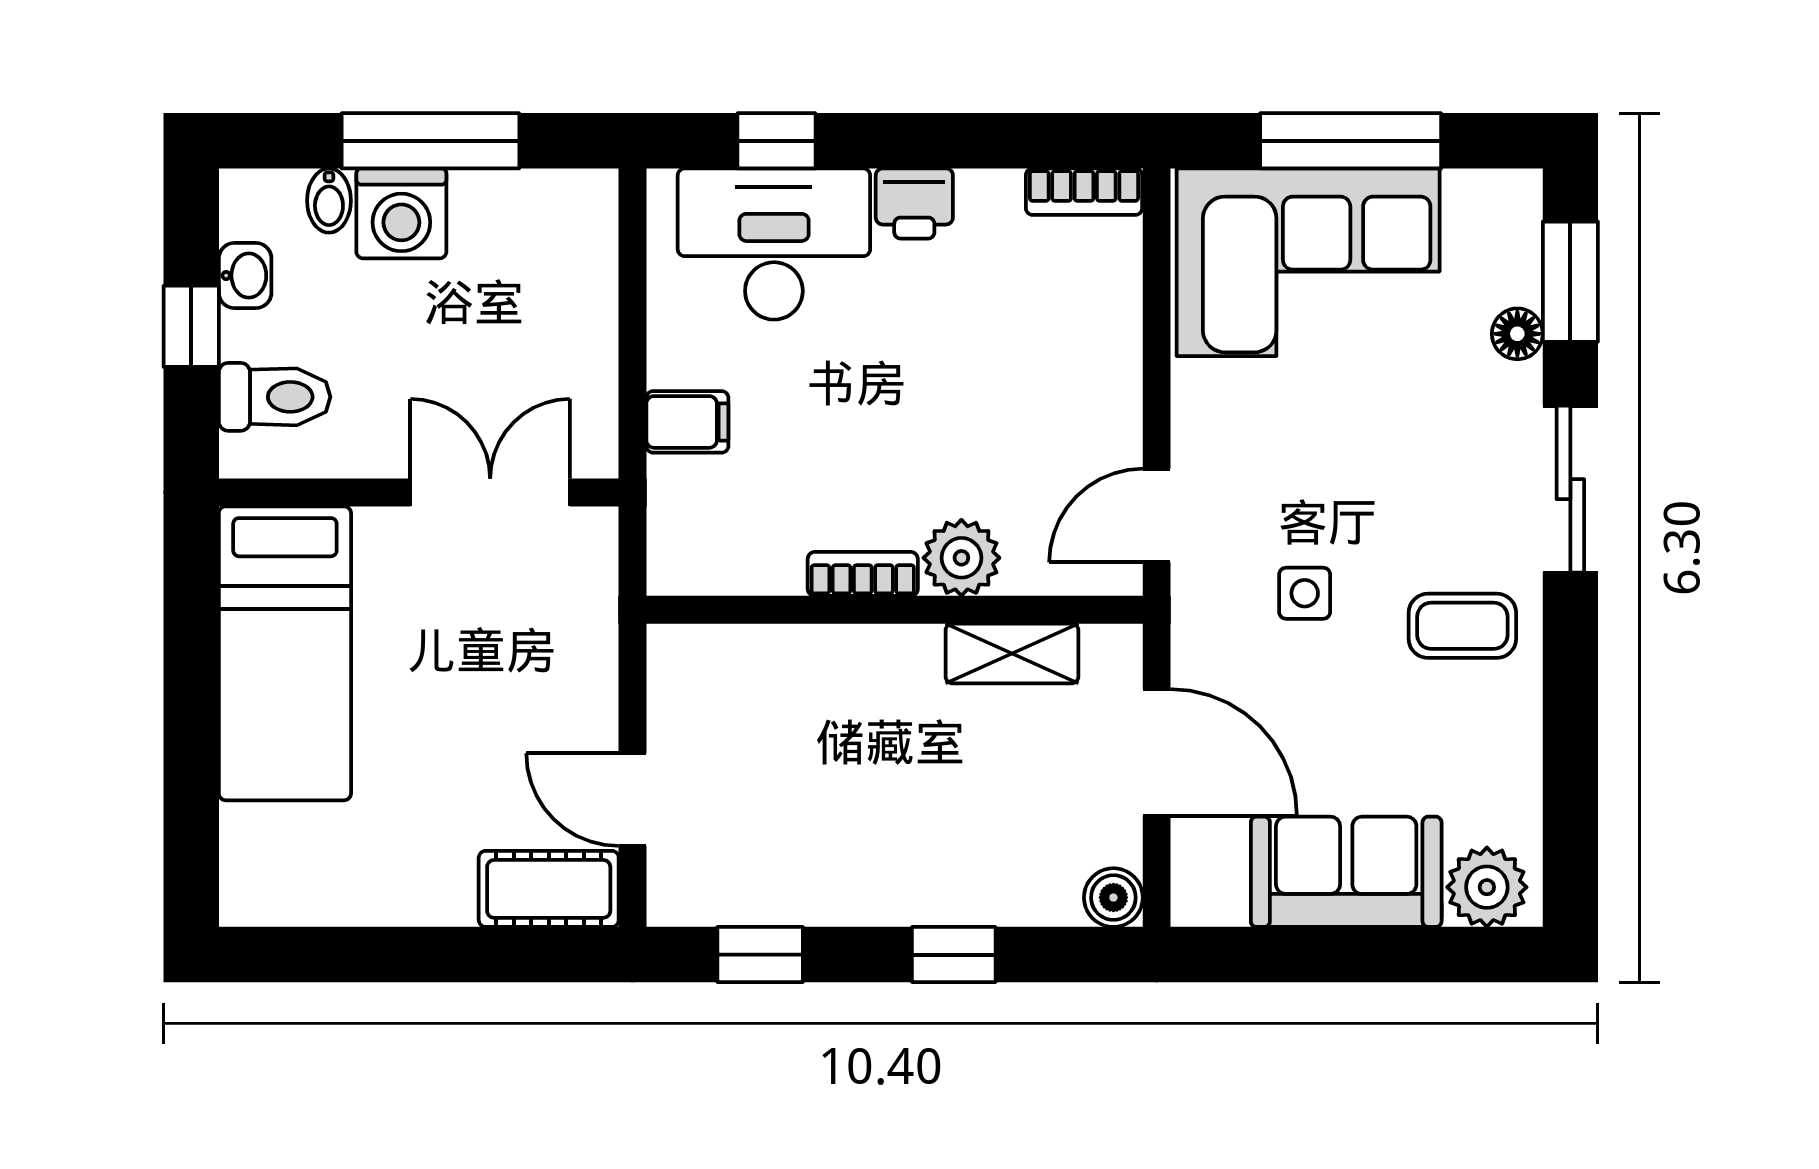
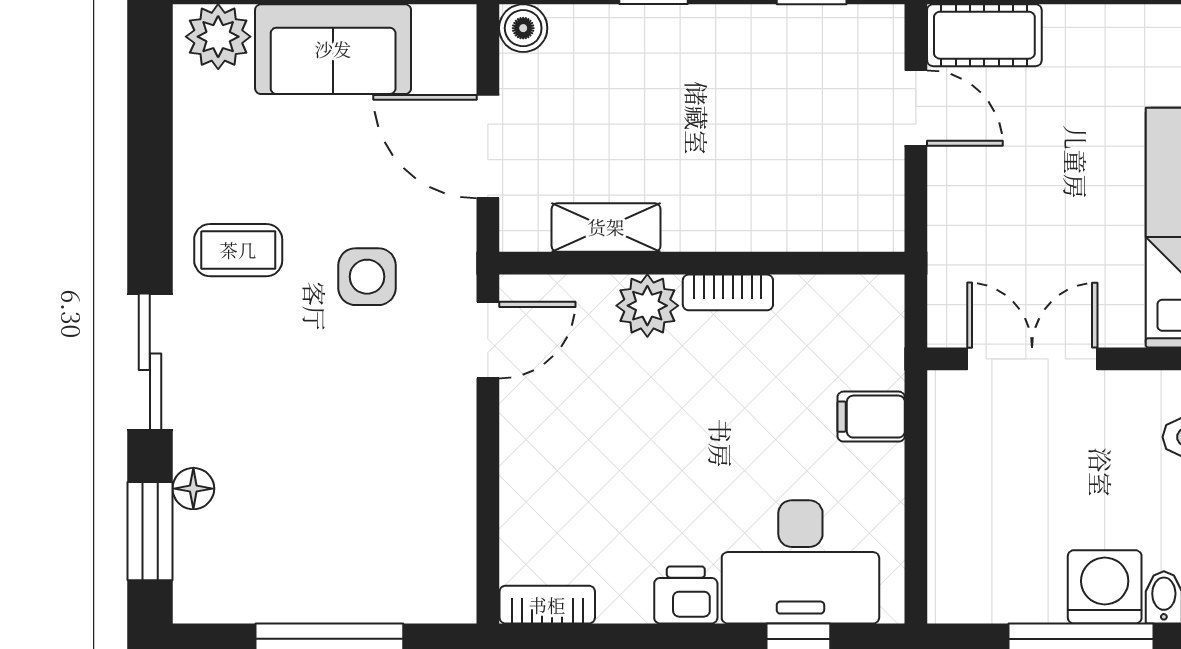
corner sofa: (1308, 262) -> (364, 547), removed
double door: (490, 493) -> (1032, 359), swing flipped
side table: (1305, 593) -> (367, 277), width x1.37, depth x1.37

